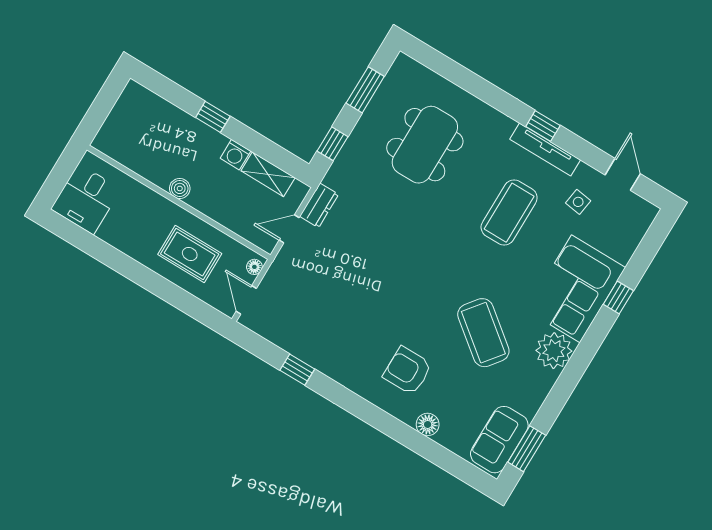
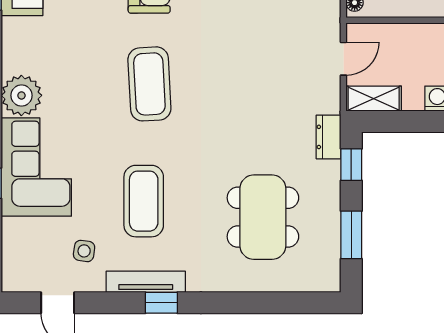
shelving: (268, 174) -> (374, 99), moved
dresser: (319, 205) -> (328, 137), moved
coffee table: (483, 333) -> (149, 84), moved, turned 49

